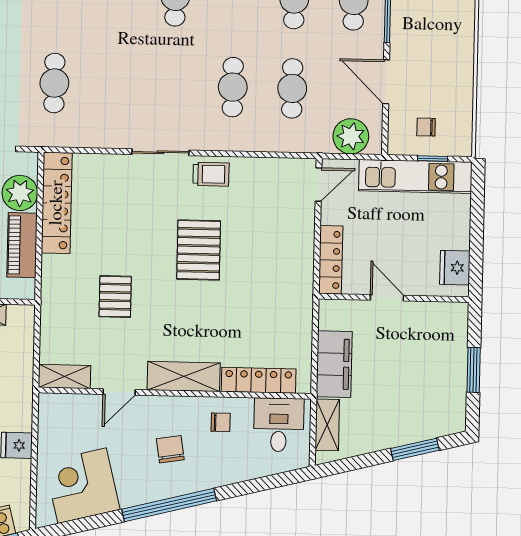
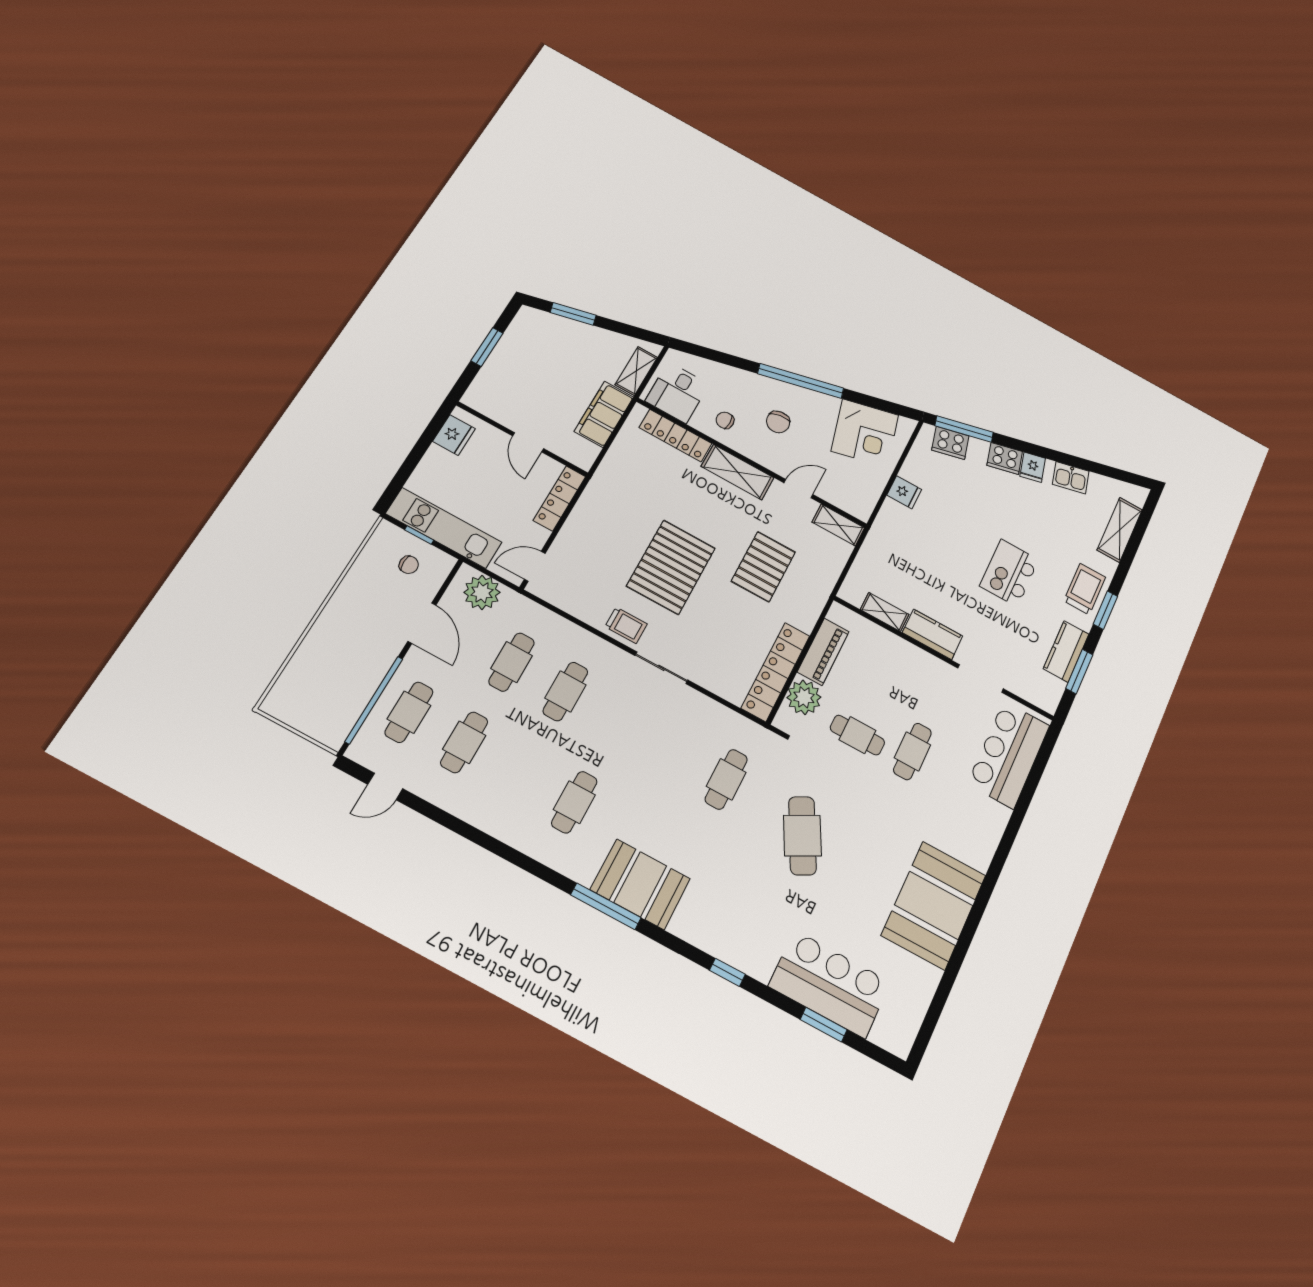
trolley: (211, 174) -> (626, 625), turned 180
pallet: (199, 250) -> (671, 567), width x1.37, depth x1.41
pallet: (115, 297) -> (763, 567), width x1.50, depth x1.42

